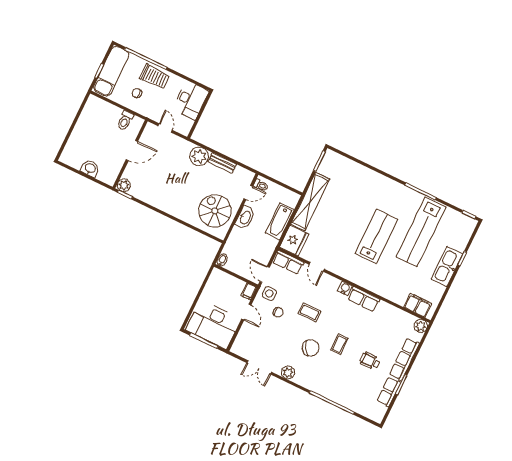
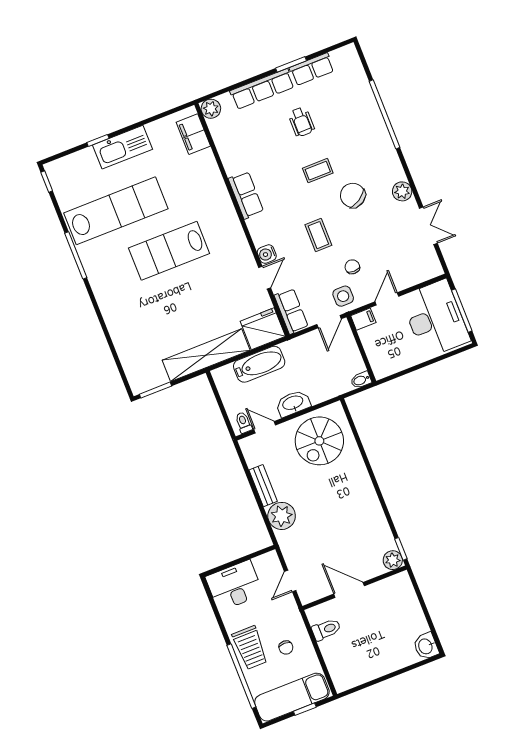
trolley: (155, 77) -> (250, 648), turned 180
washbasin: (90, 168) -> (426, 646), moved
water cooler: (345, 288) -> (267, 254), moved

